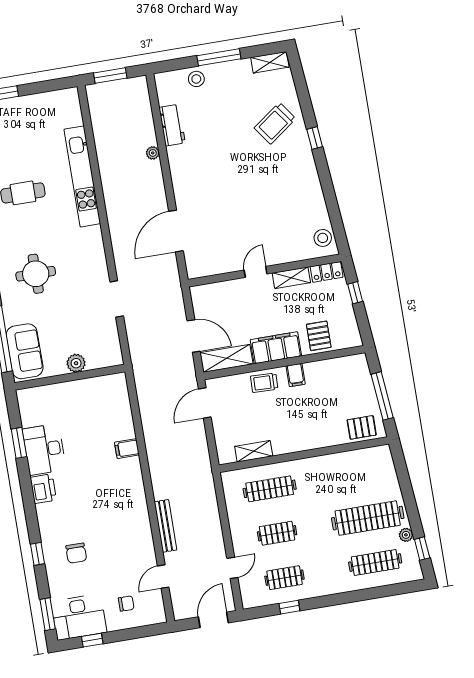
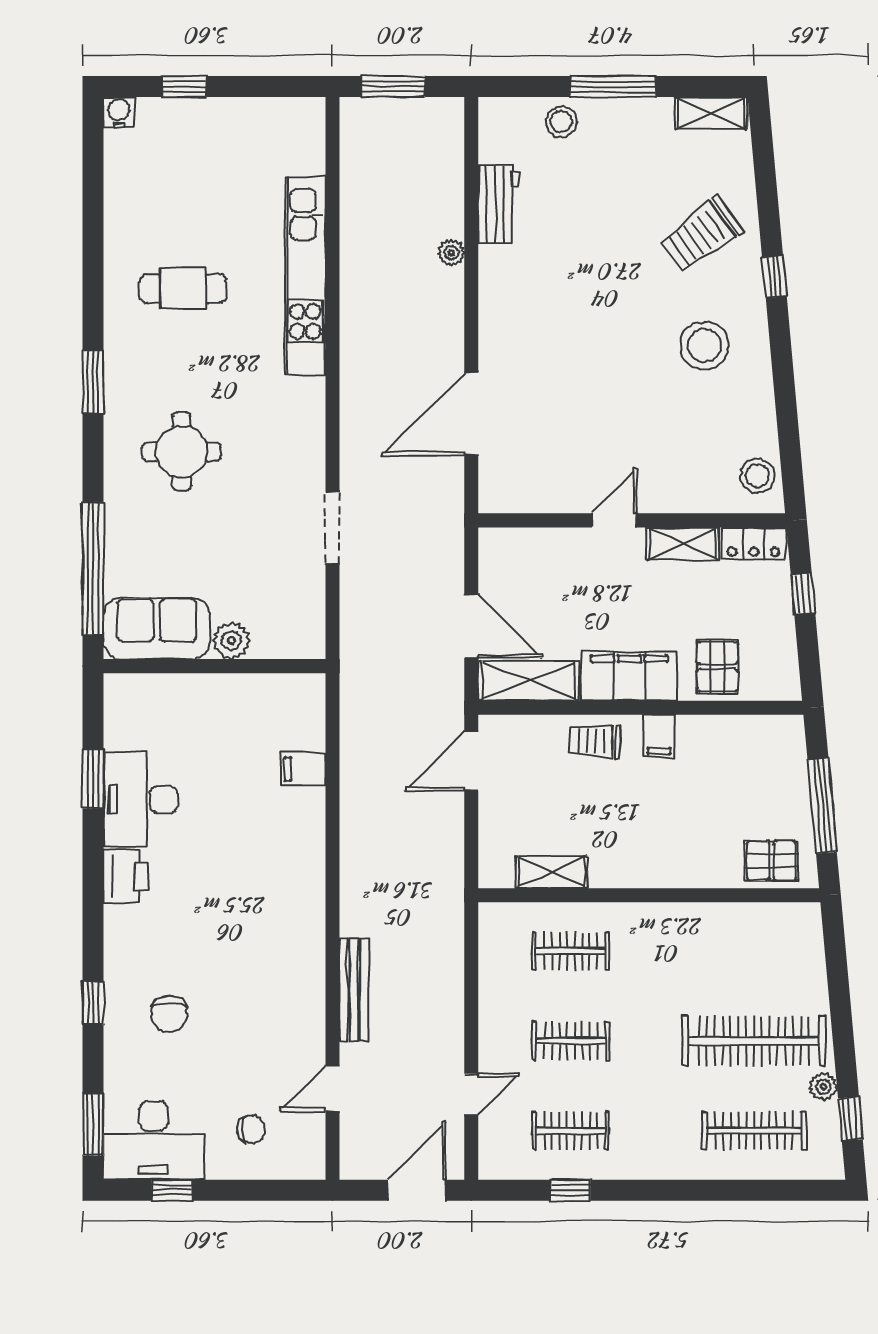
stool: (286, 178) -> (704, 346), added
sofa: (25, 351) -> (157, 628), moved, turned -90
filing cabinet: (127, 449) -> (303, 769), moved
clothes rail: (270, 489) -> (571, 951), width x0.73

